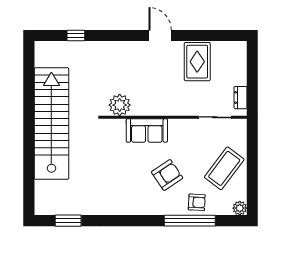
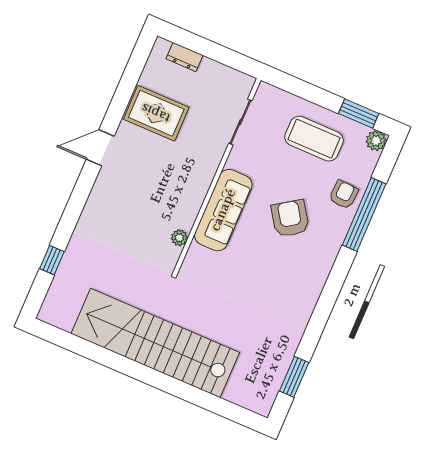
dresser: (241, 98) -> (184, 57), moved
plant: (120, 105) -> (179, 238), width x0.53, depth x0.53
sofa: (147, 130) -> (223, 210), width x1.36
coffee table: (224, 168) -> (314, 139), turned -37
window: (252, 190) -> (359, 113), added

